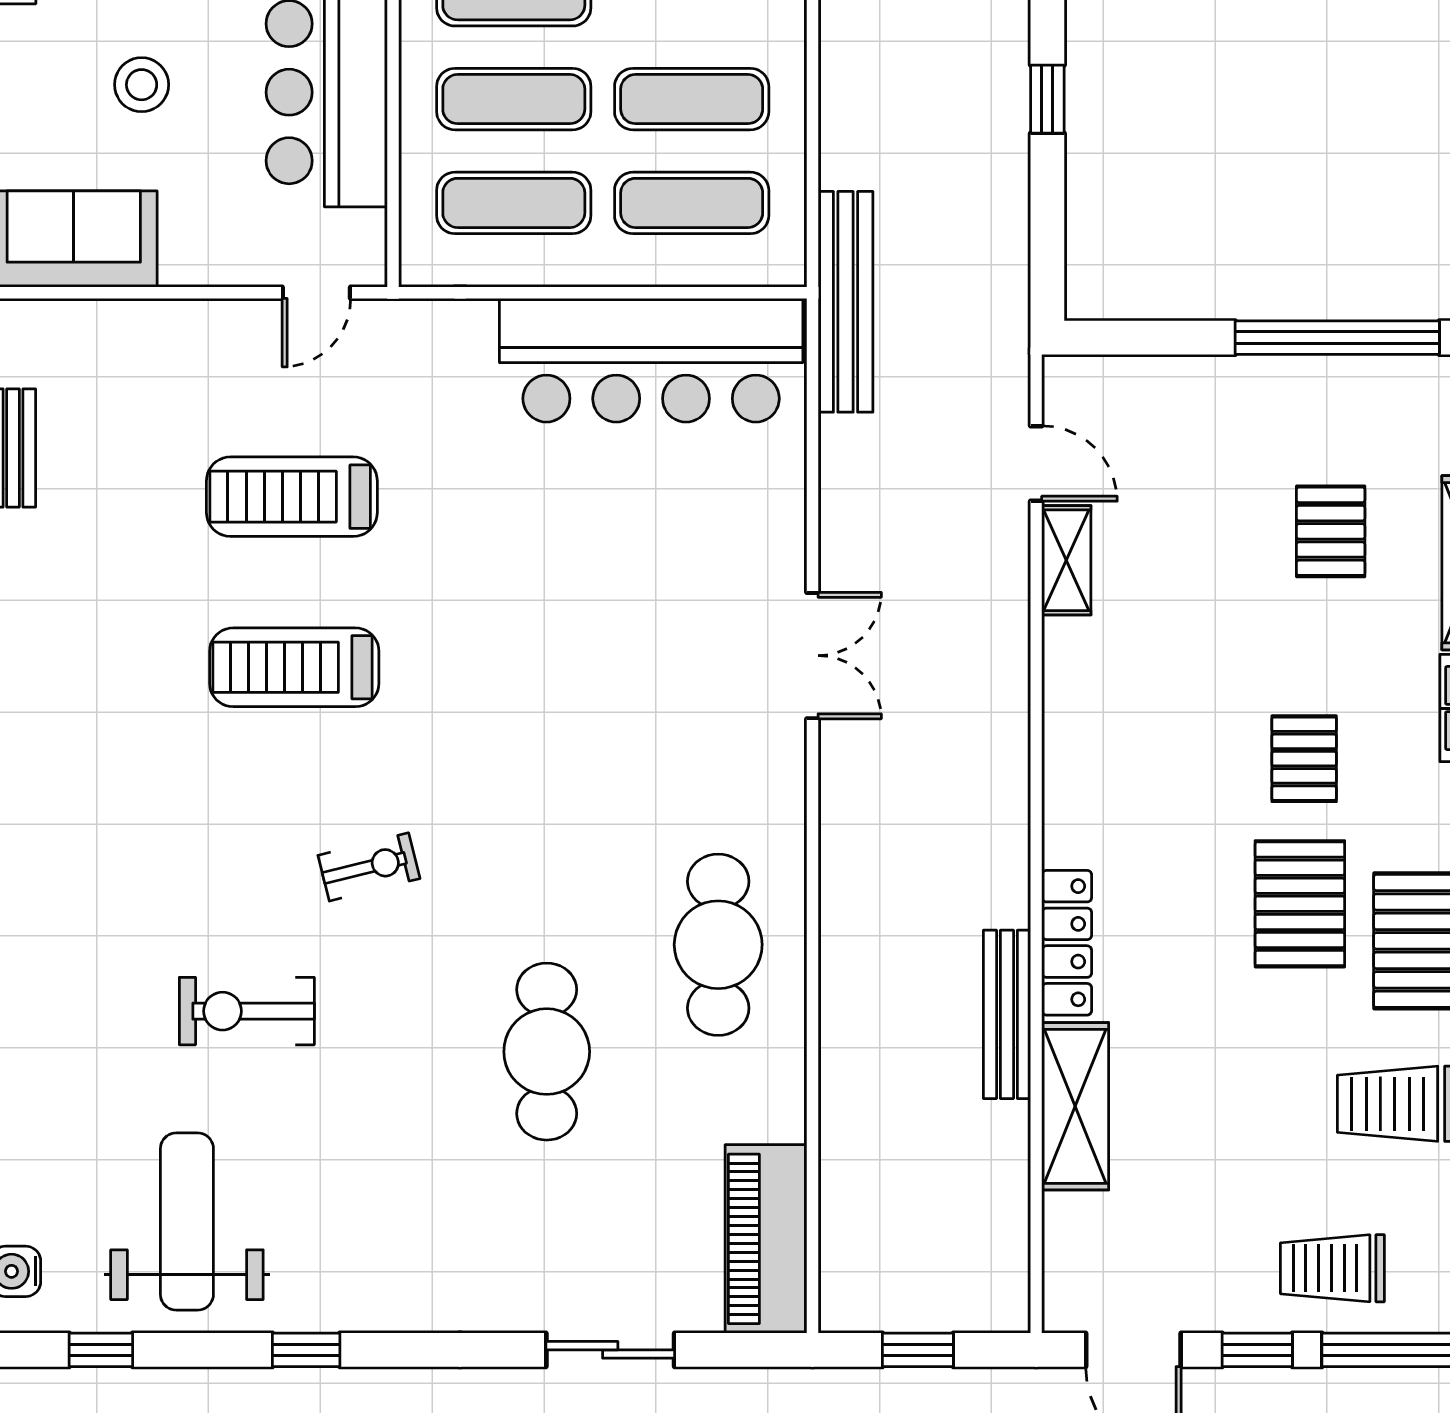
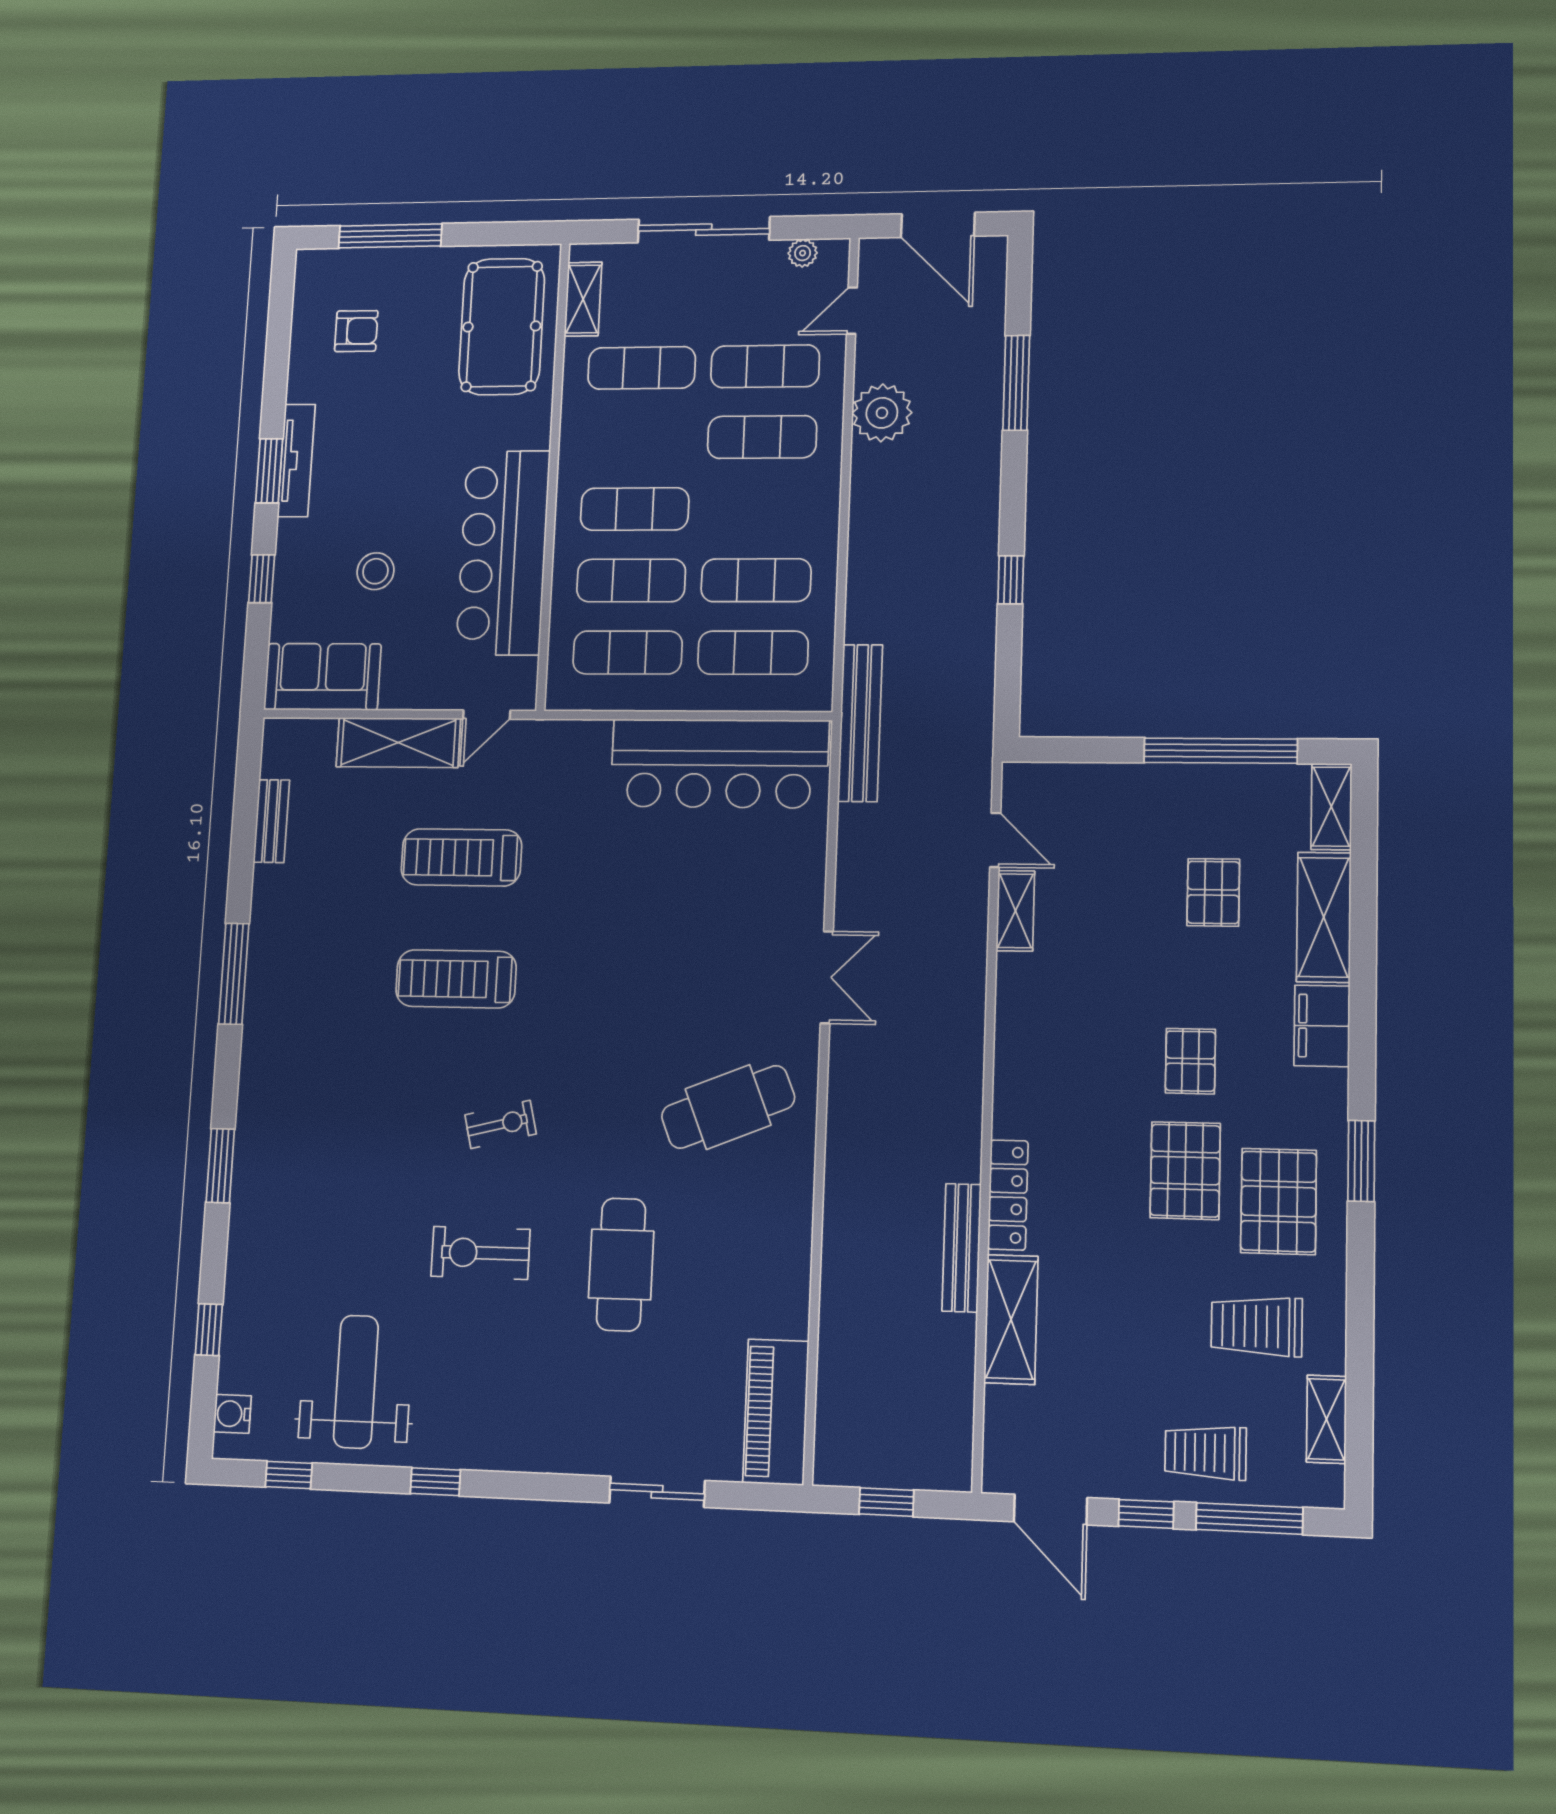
shelving: (191, 334) -> (398, 743), added
cafe table: (718, 945) -> (728, 1107), moved, turned 68
exercise bike: (247, 1011) -> (481, 1253), moved

